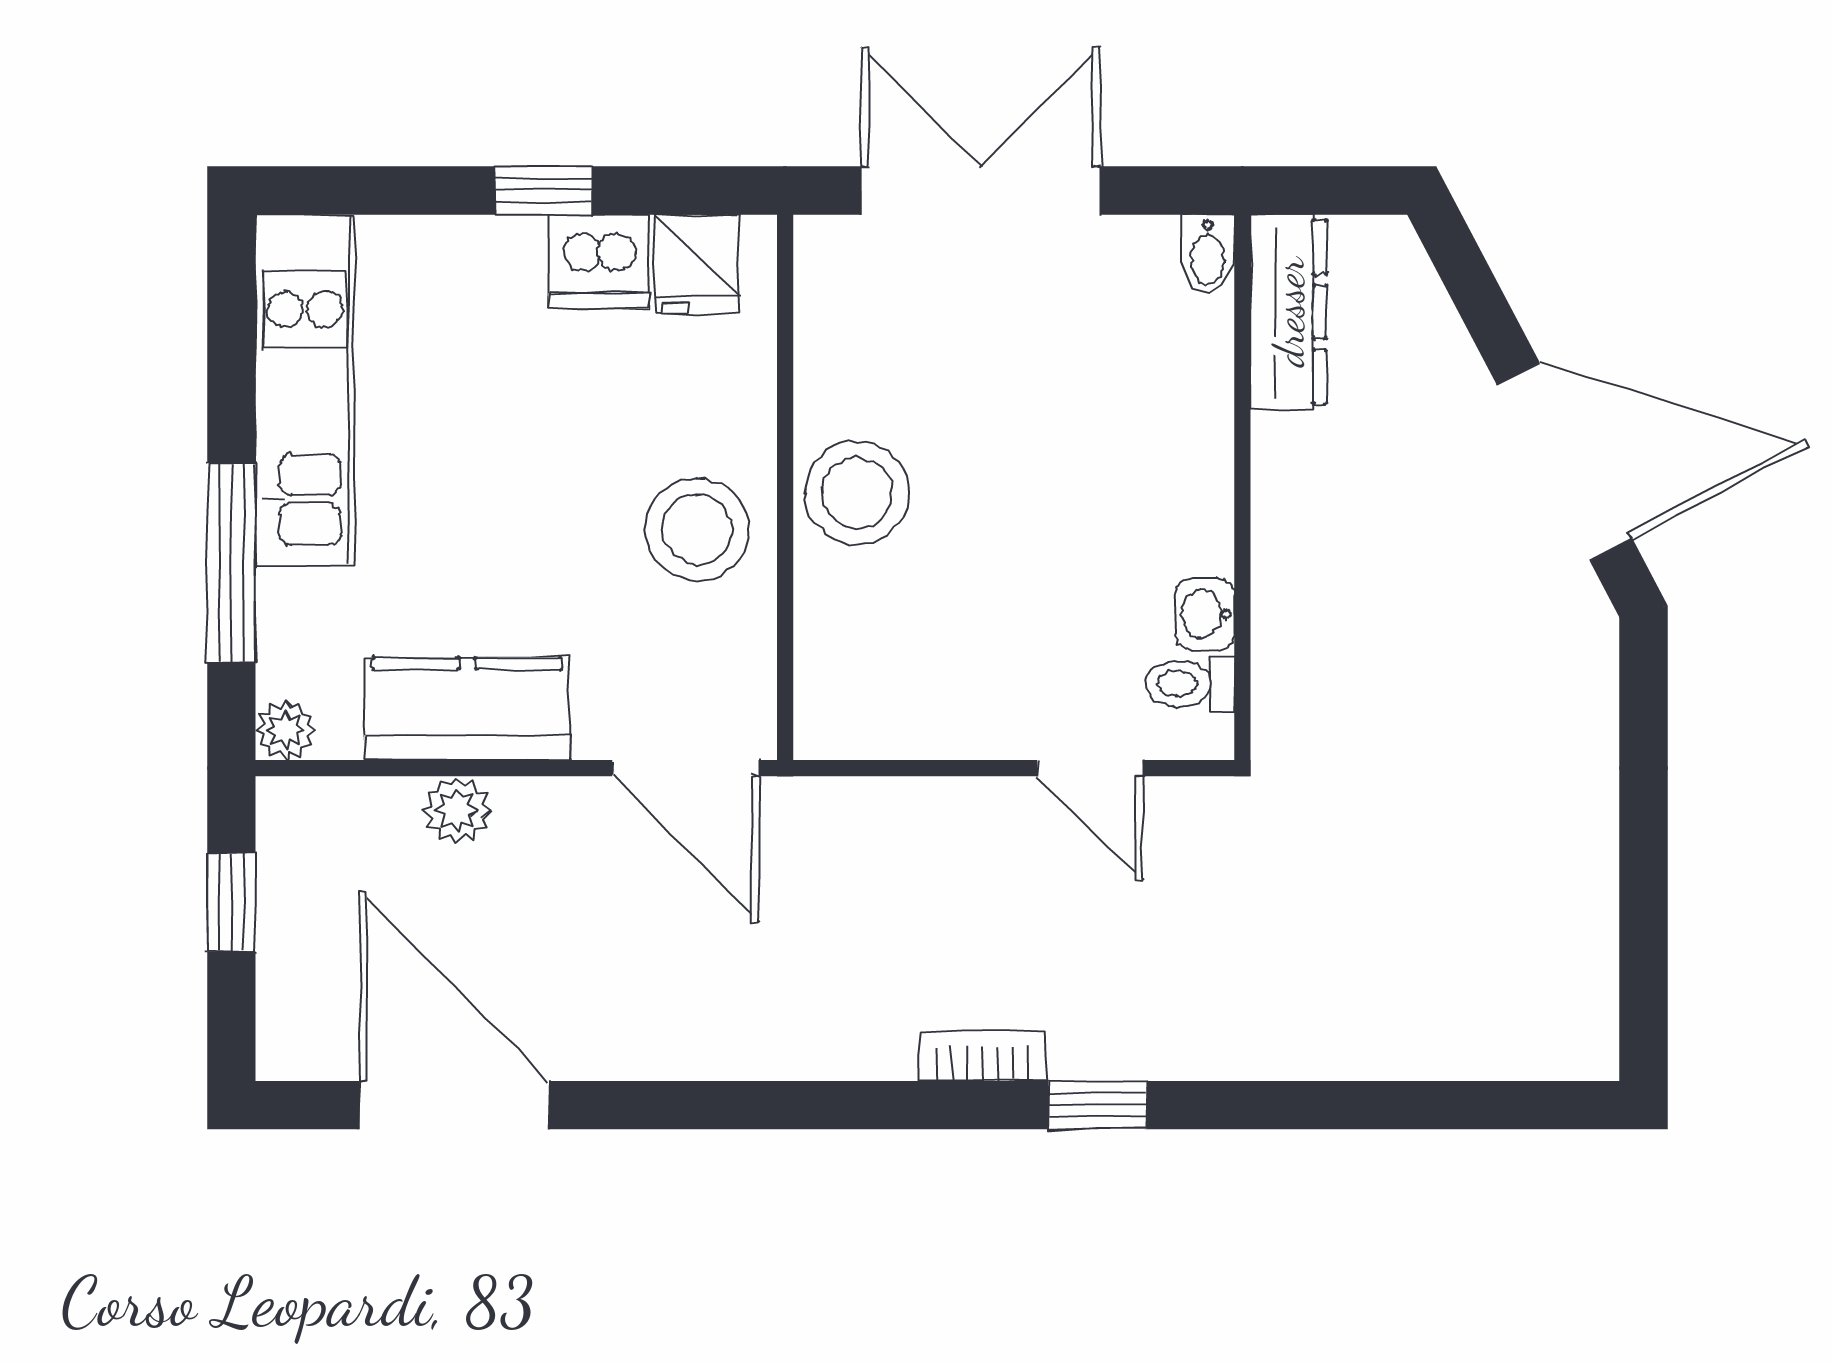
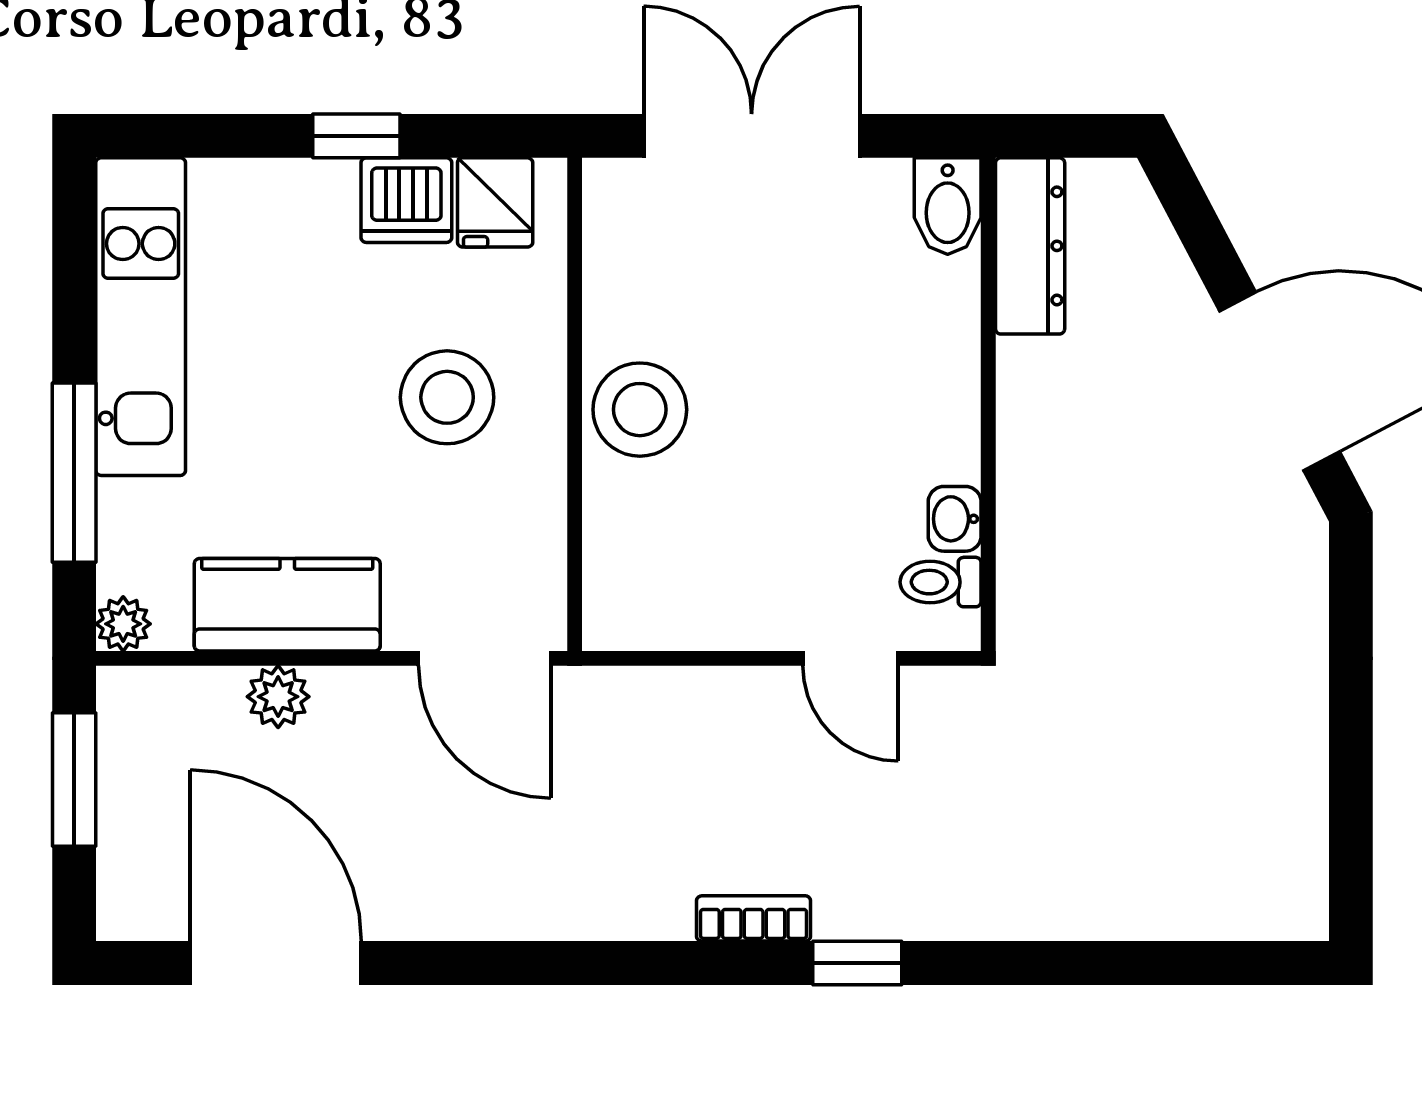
bidet: (1208, 254) -> (948, 206), width x1.38, depth x1.36
stool: (697, 529) -> (447, 397), moved
window: (231, 902) -> (74, 779), width x1.50

